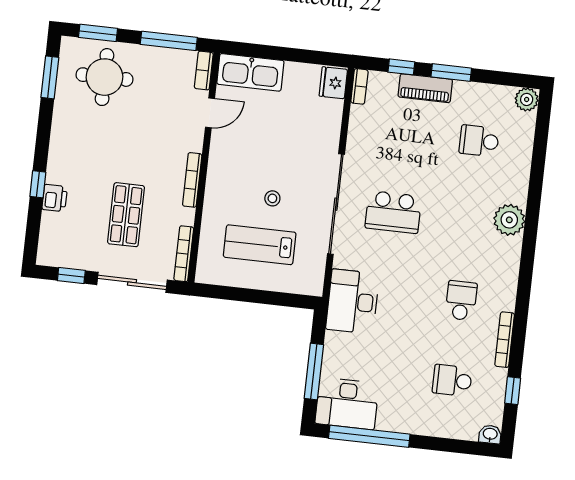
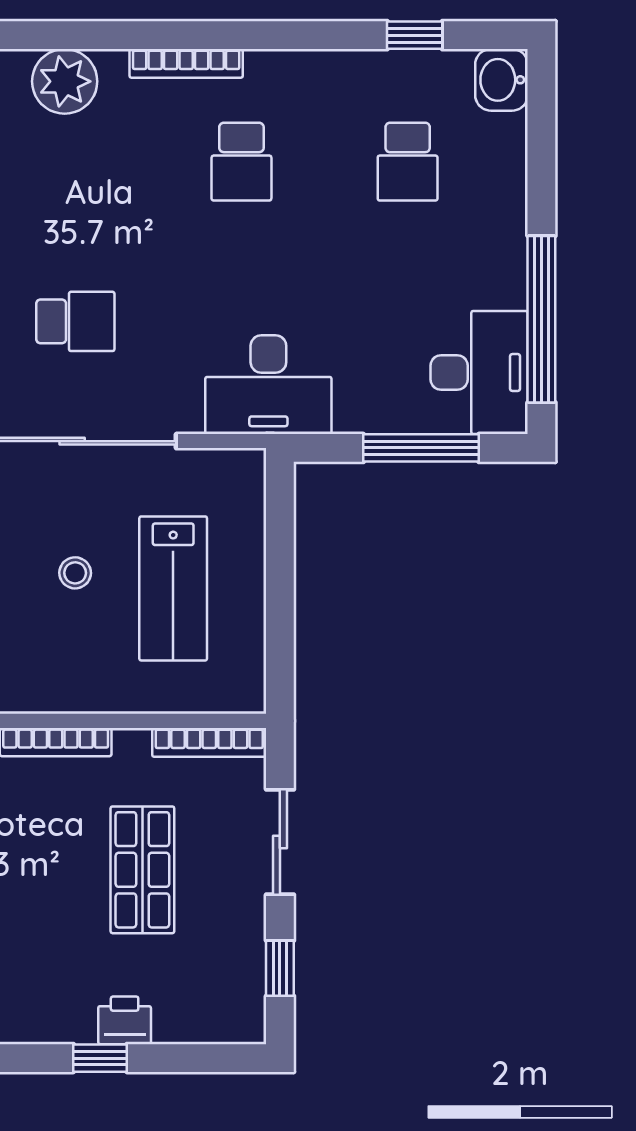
school desk: (393, 212) -> (75, 321), width x0.54
shop shelf: (126, 215) -> (142, 870), turned 90
sliding door: (132, 282) -> (280, 842), width x0.73
school desk: (461, 301) -> (241, 162), turned -90
bookcase: (505, 340) -> (186, 63), moved
washbasin: (490, 434) -> (501, 80), width x1.38, depth x1.45

